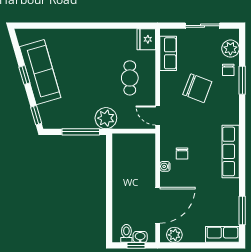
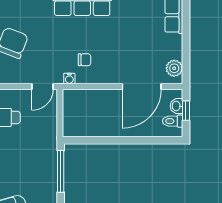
plant: (106, 118) -> (46, 144), removed
water cooler: (165, 166) -> (69, 79), moved
door: (158, 205) -> (142, 87), swing flipped

